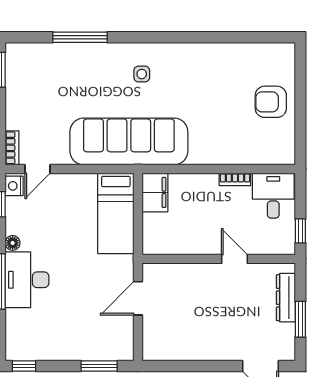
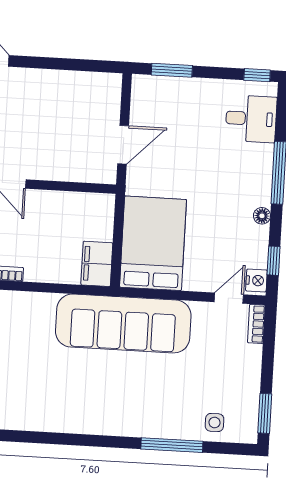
side table: (142, 74) -> (215, 422), moved
bed: (116, 213) -> (153, 243), width x1.50
desk: (27, 280) -> (251, 119), moved, width x0.73

